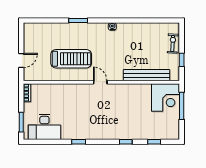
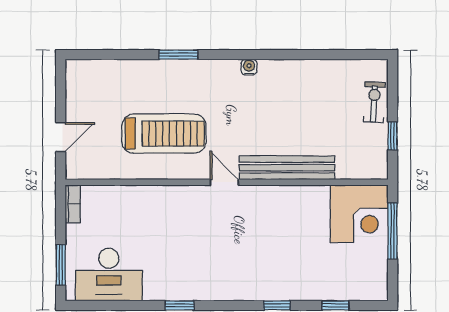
bench: (147, 75) -> (287, 168), moved

